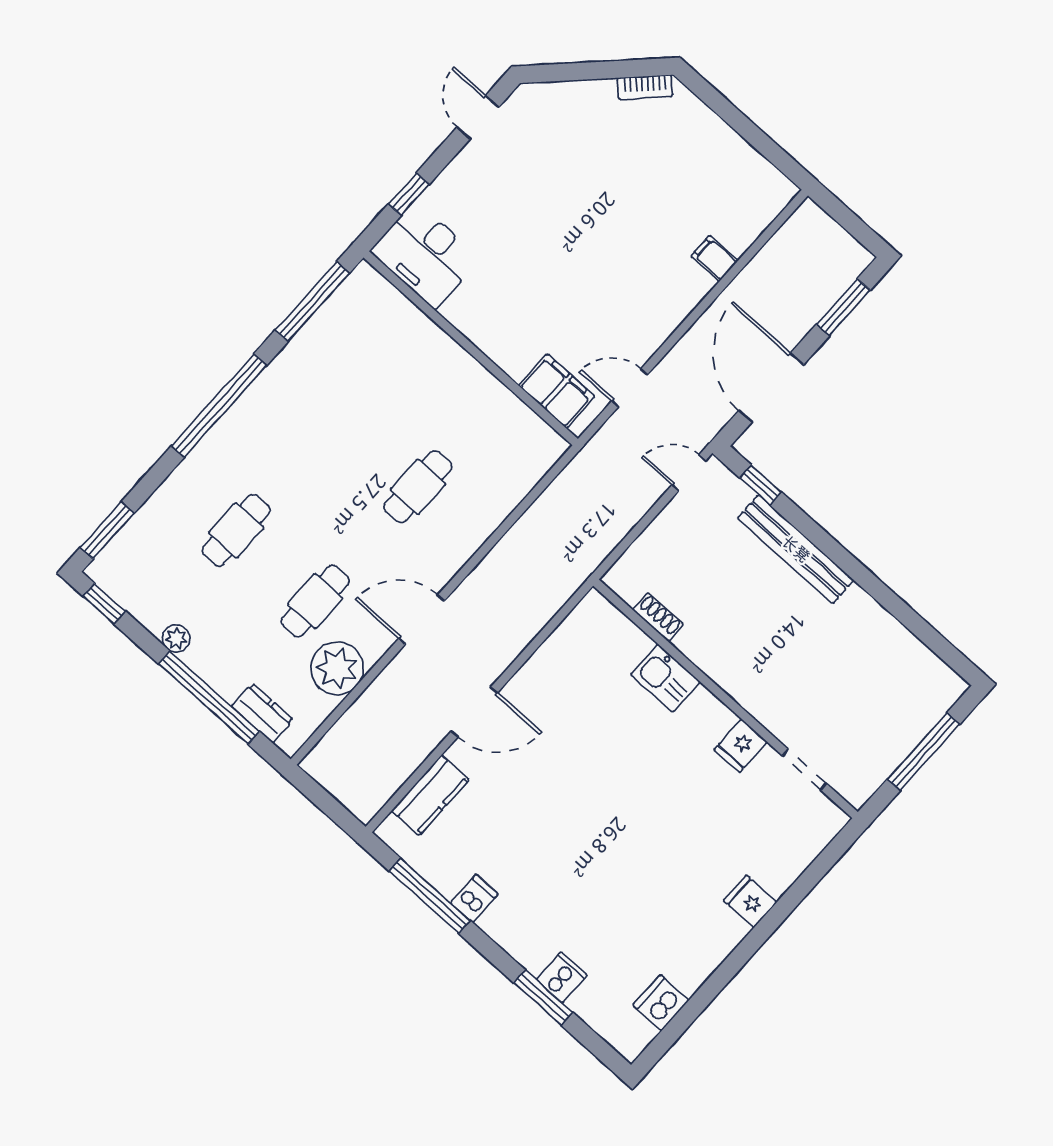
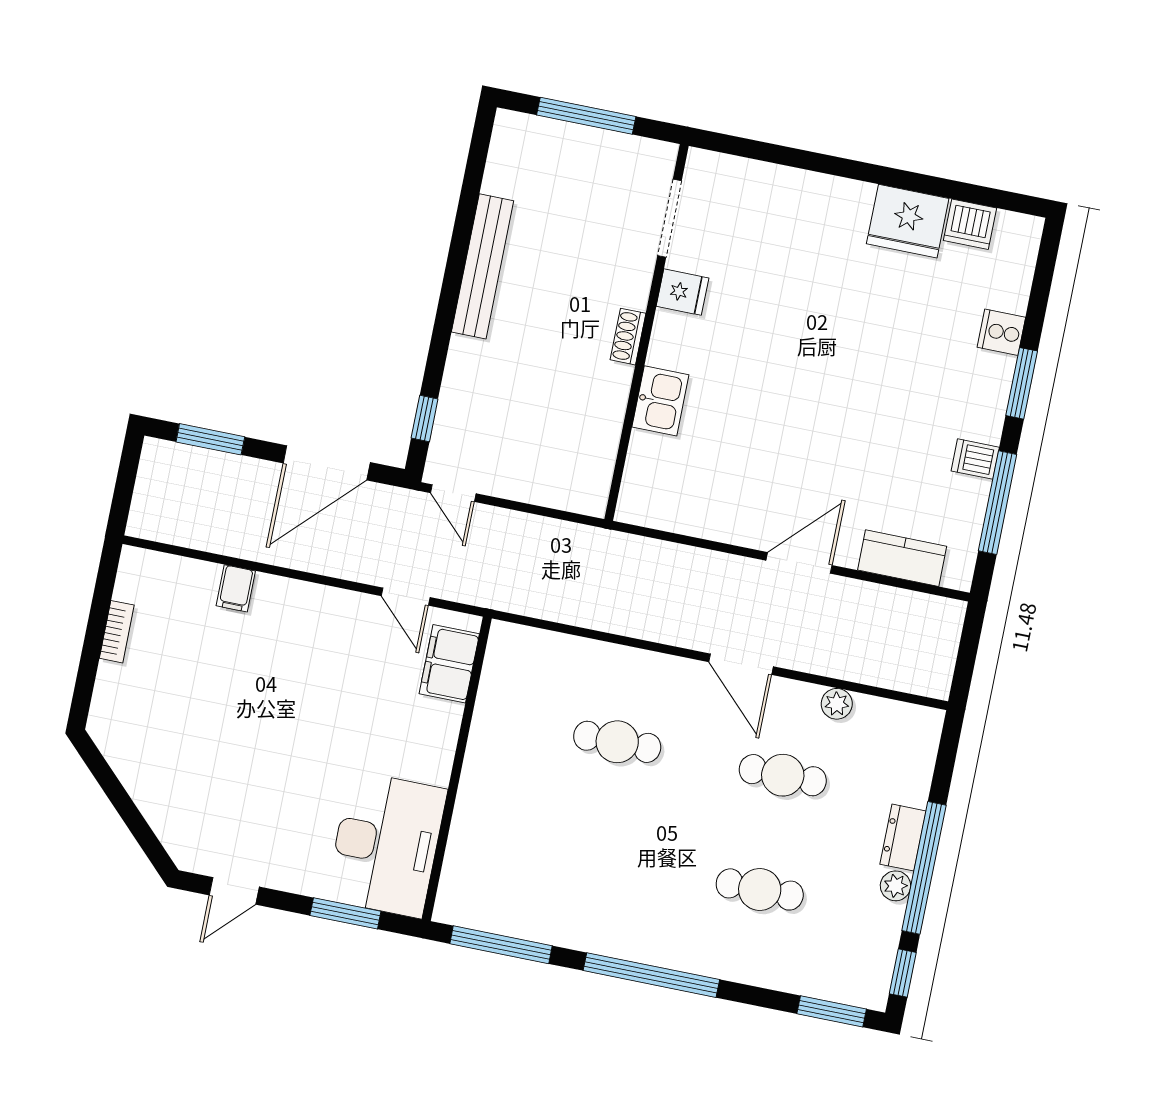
bookcase: (645, 87) -> (117, 632), moved, turned 45
window: (409, 194) -> (345, 913), width x1.50
desk: (425, 255) -> (386, 844), width x1.36, depth x1.30
bench: (796, 549) -> (483, 266), moved
shoe rack: (658, 617) -> (628, 337), moved
plant: (337, 668) -> (837, 704), width x0.53, depth x0.53
window: (209, 698) -> (924, 868), moved
door: (474, 712) -> (799, 563), hinge flipped
dresser: (262, 713) -> (903, 838), moved
doorway: (805, 770) -> (669, 218), width x1.38
fridge: (750, 902) -> (908, 221), moved, width x1.88, depth x1.34
window: (543, 998) -> (1022, 383), moved

